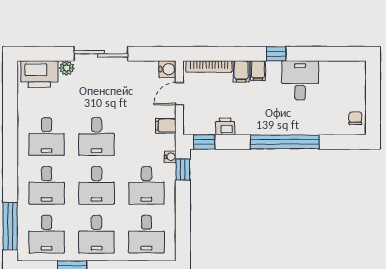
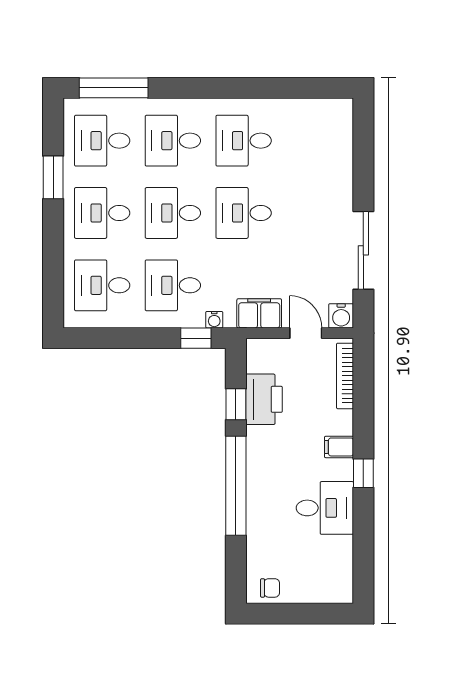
sliding door: (101, 54) -> (363, 250), moved
plant: (67, 68) -> (343, 170), removed
filing cabinet: (241, 71) -> (338, 422), removed
printer: (39, 74) -> (334, 130), removed
filing cabinet: (166, 126) -> (259, 313), width x2.00
printer: (225, 126) -> (264, 399), width x1.87, depth x1.48
window: (204, 142) -> (236, 404), moved

